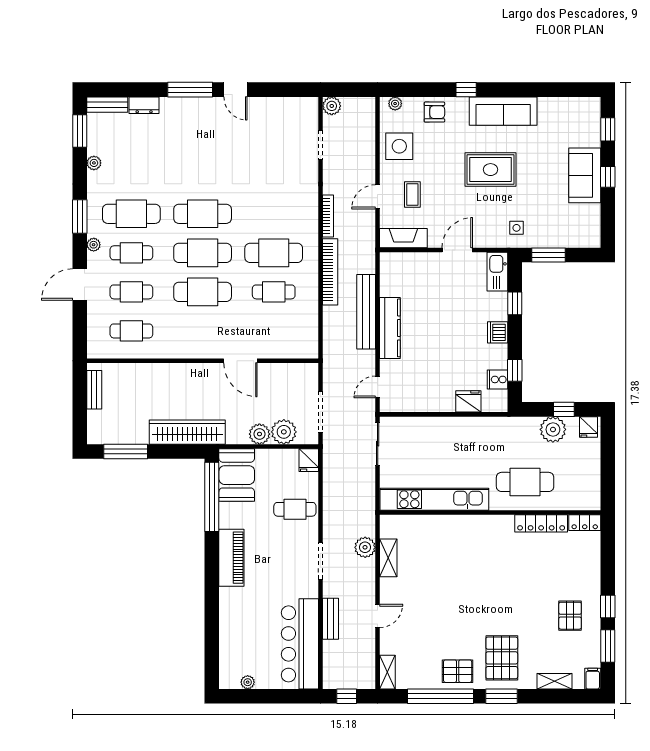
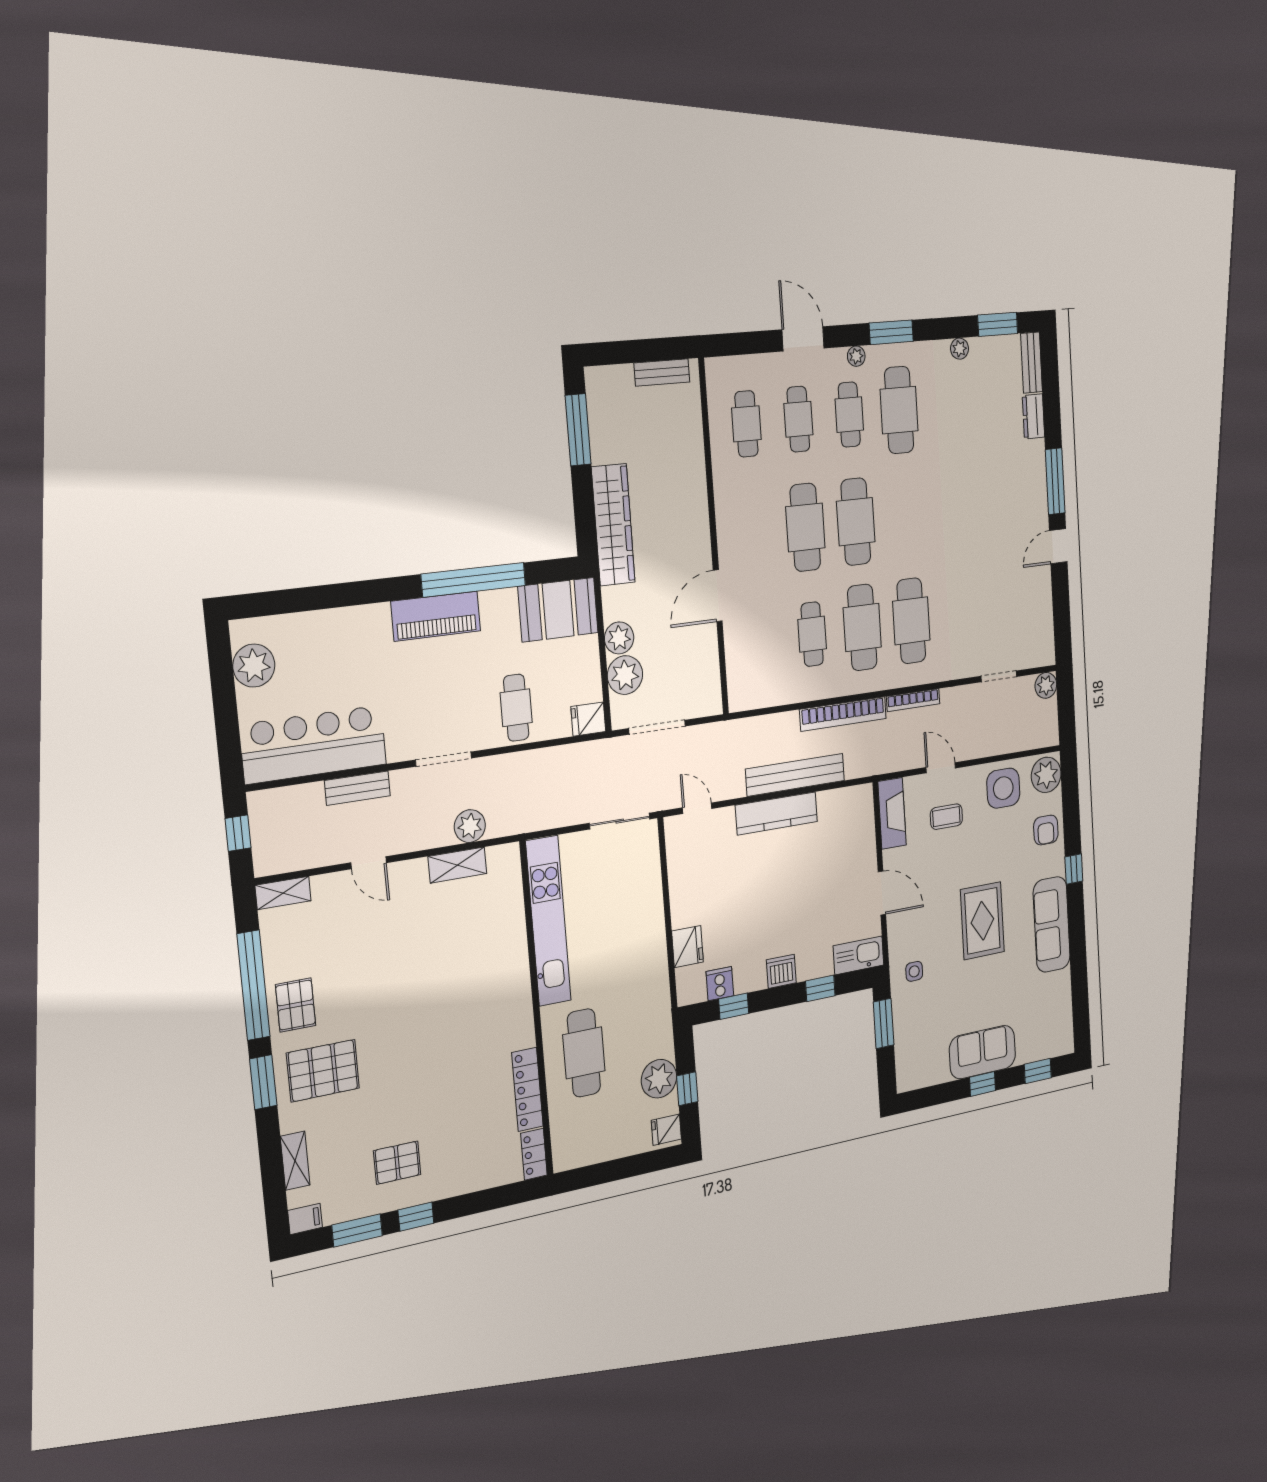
plant: (395, 104) -> (1046, 775), width x1.87, depth x1.87
cafe table: (203, 214) -> (911, 621), moved
window: (212, 497) -> (474, 580), moved
plant: (248, 682) -> (254, 666), width x1.88, depth x1.88

